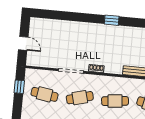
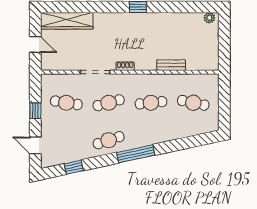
wardrobe: (51, 26) -> (67, 21), added
window: (19, 87) -> (35, 111), moved

